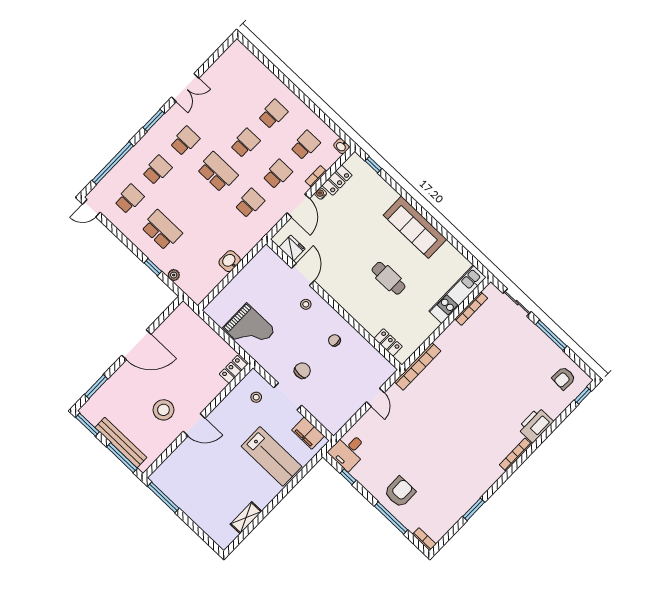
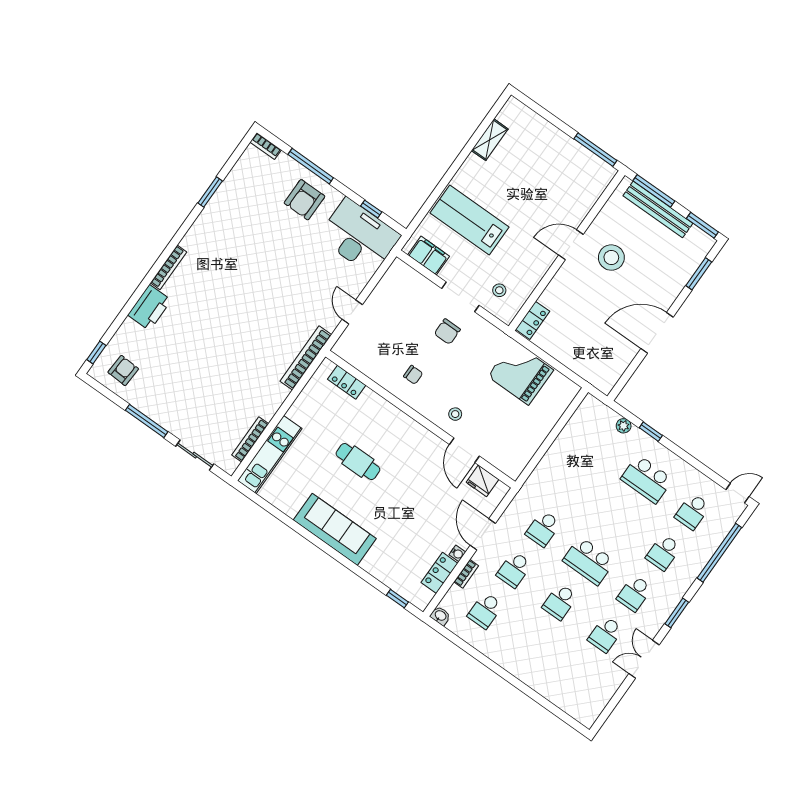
school desk: (273, 114) -> (606, 634), moved
washbasin: (230, 261) -> (557, 453), removed
desk: (348, 451) -> (359, 236), width x1.87, depth x1.30

